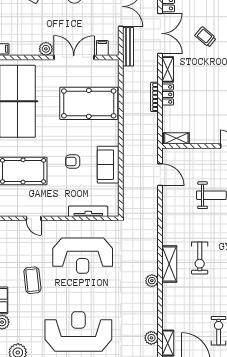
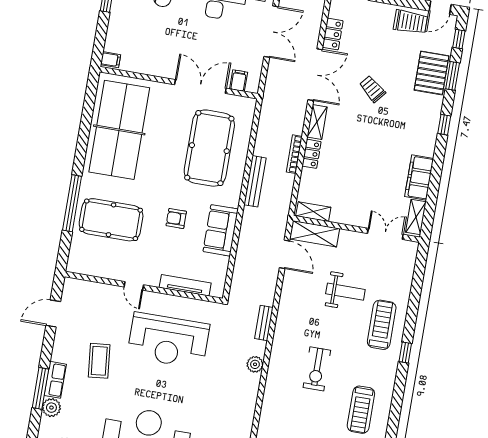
bench: (128, 47) -> (255, 181), moved
plant: (46, 49) -> (167, 69), removed
pool table: (89, 103) -> (209, 148), turned 90
door: (34, 218) -> (134, 286), moved
bench: (153, 230) -> (264, 323), added
shelving: (169, 264) -> (315, 234), moved, turned 90
plant: (152, 281) -> (255, 364), moved

